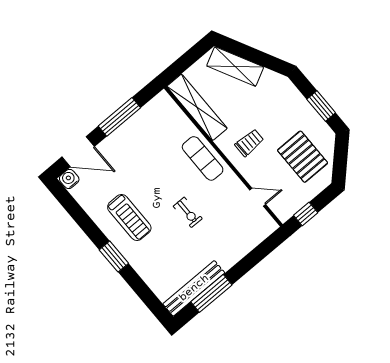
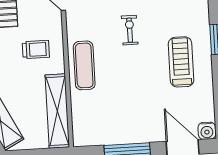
trolley: (249, 143) -> (36, 50), turned 180

